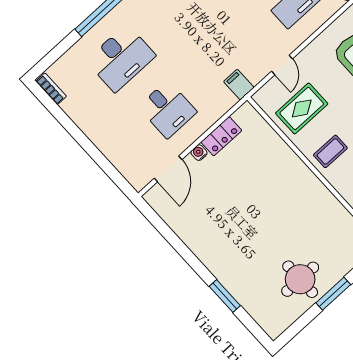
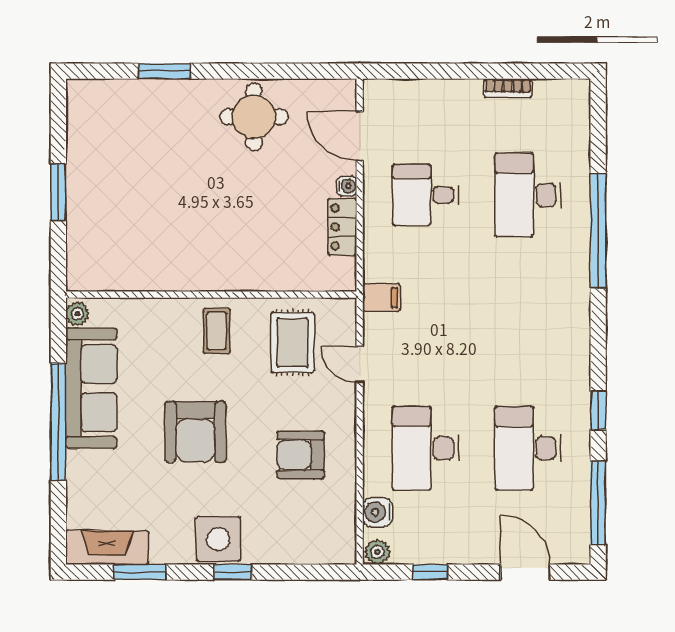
bookcase: (51, 89) -> (508, 88), moved
round table: (300, 279) -> (254, 117), moved

